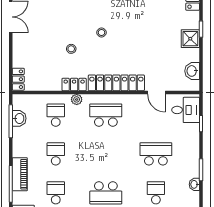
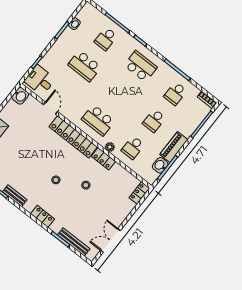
washbasin: (192, 71) -> (20, 96), moved
piano: (20, 174) -> (174, 147), moved

